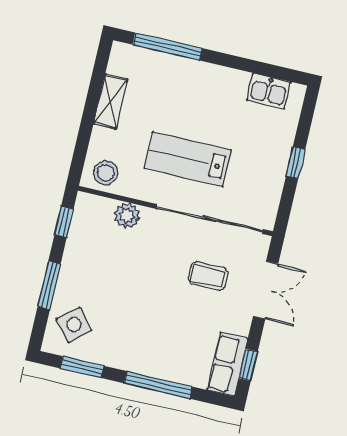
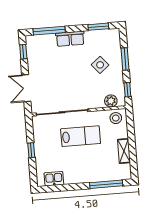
plant: (127, 216) -> (111, 101), moved
coffee table: (208, 276) -> (54, 86), removed
side table: (74, 325) -> (100, 65), moved
row of seats: (227, 364) -> (70, 39), moved, turned 90
window: (158, 385) -> (49, 31), moved

